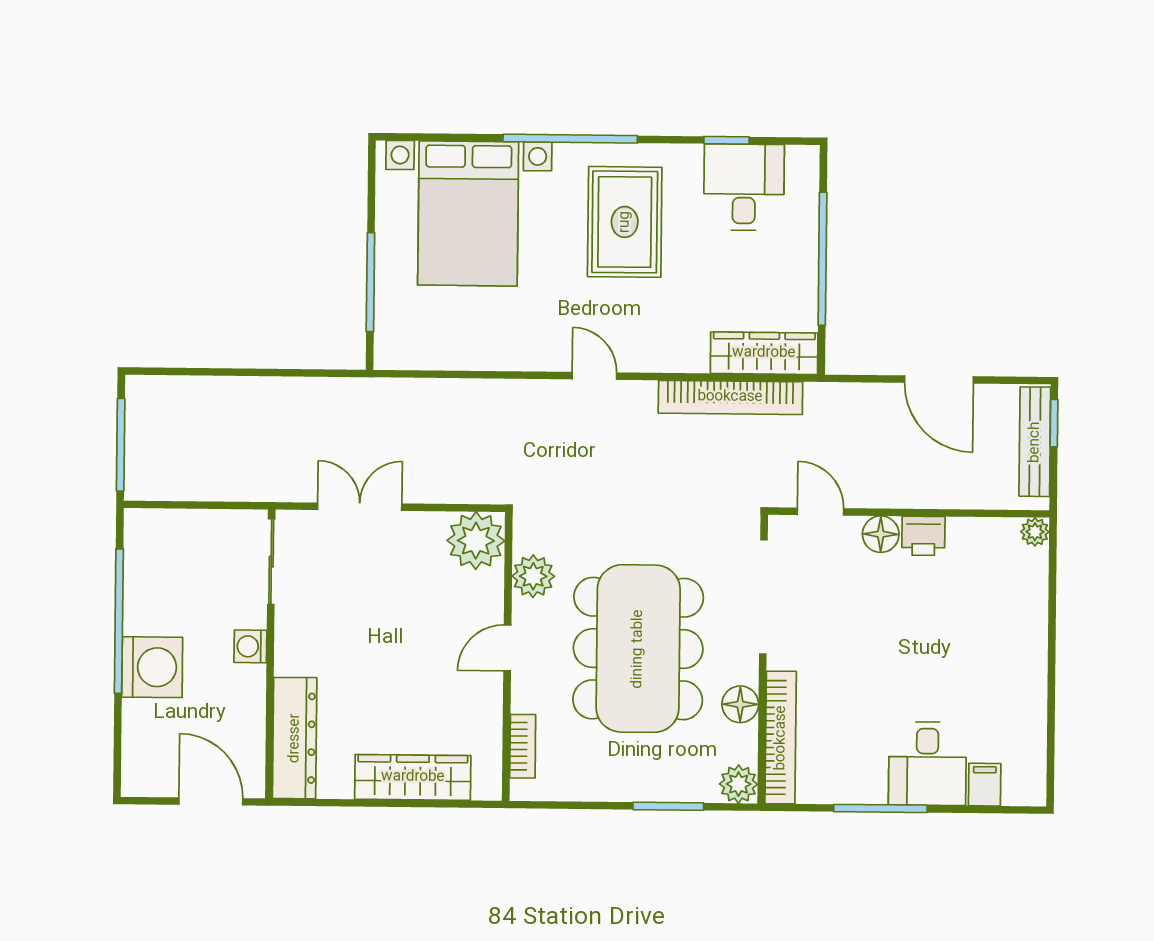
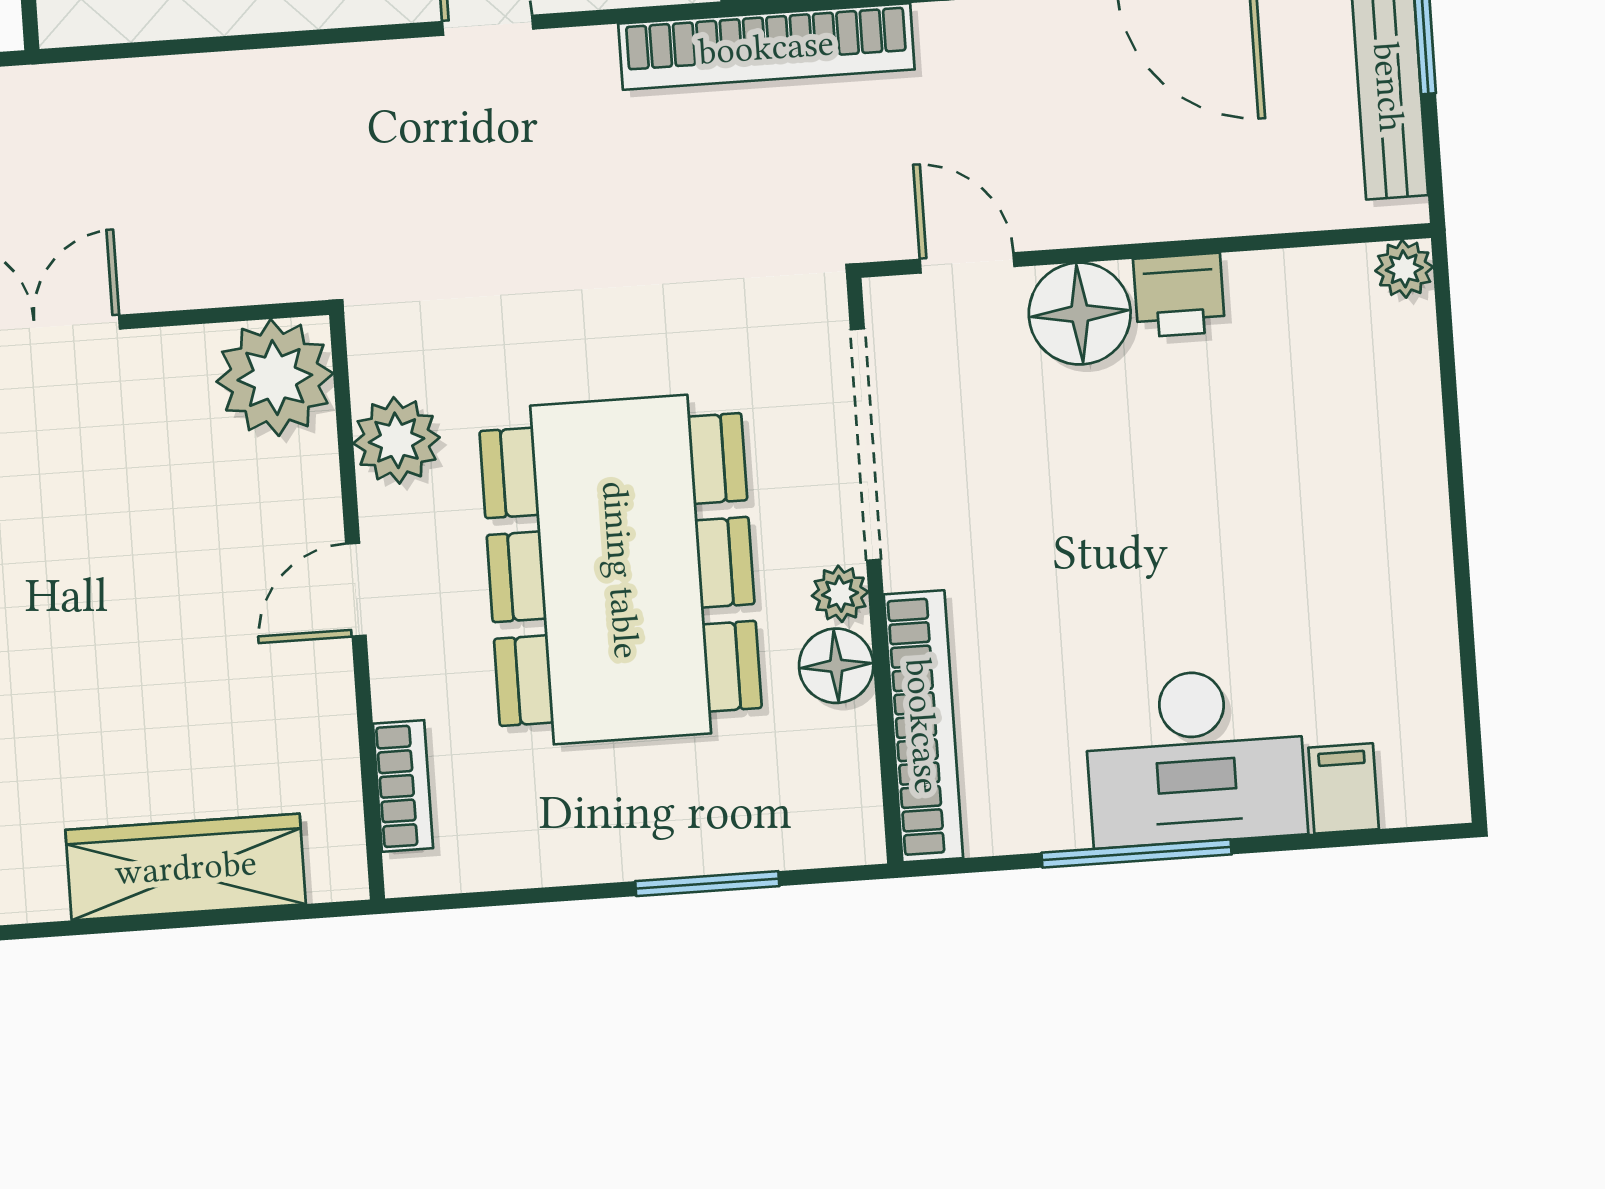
floor lamp: (881, 534) -> (1080, 314), width x1.38, depth x1.38
desk: (927, 764) -> (1195, 757), width x1.37
plant: (739, 784) -> (840, 594), moved, width x0.73, depth x0.73

